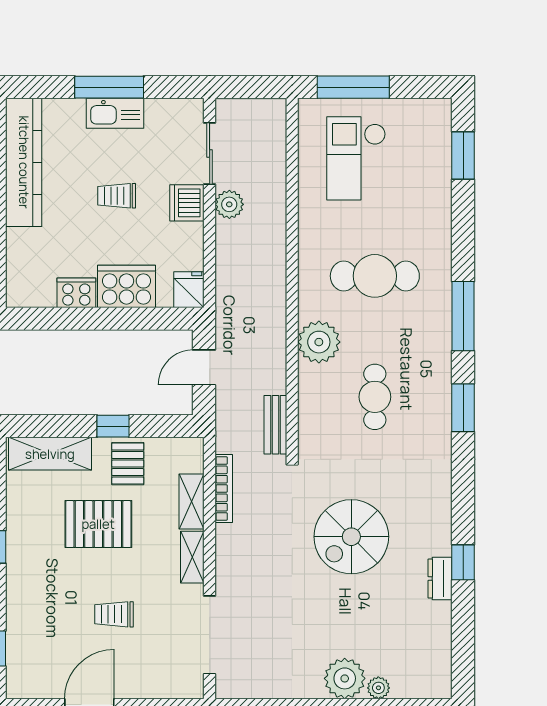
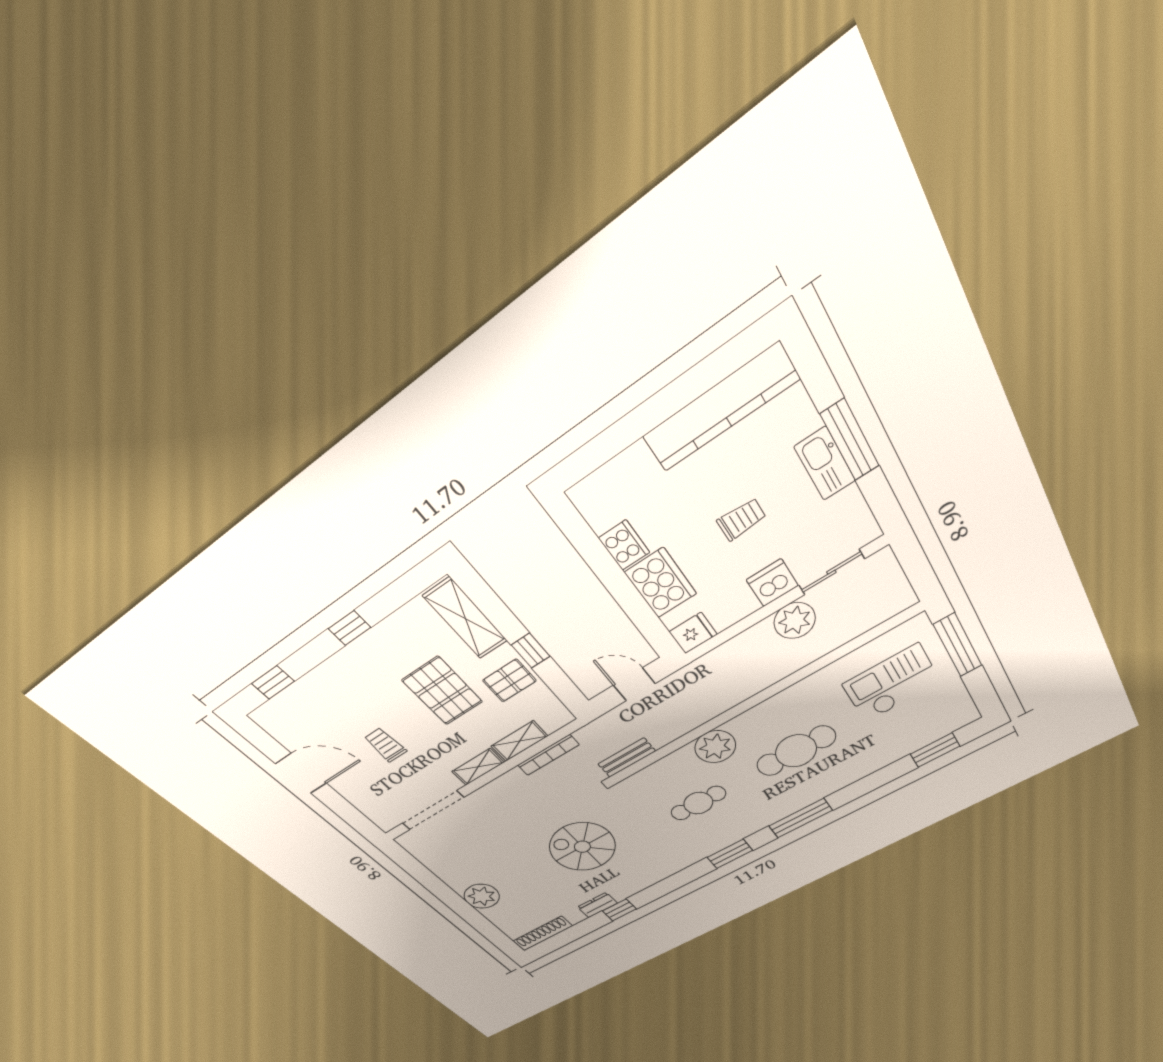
trolley: (117, 196) -> (741, 519), turned 90
plant: (229, 204) -> (795, 621), width x1.36, depth x1.36
cafe table: (375, 276) -> (796, 751), turned 90
shoe rack: (440, 661) -> (543, 933), added
plant: (378, 688) -> (494, 915), removed

